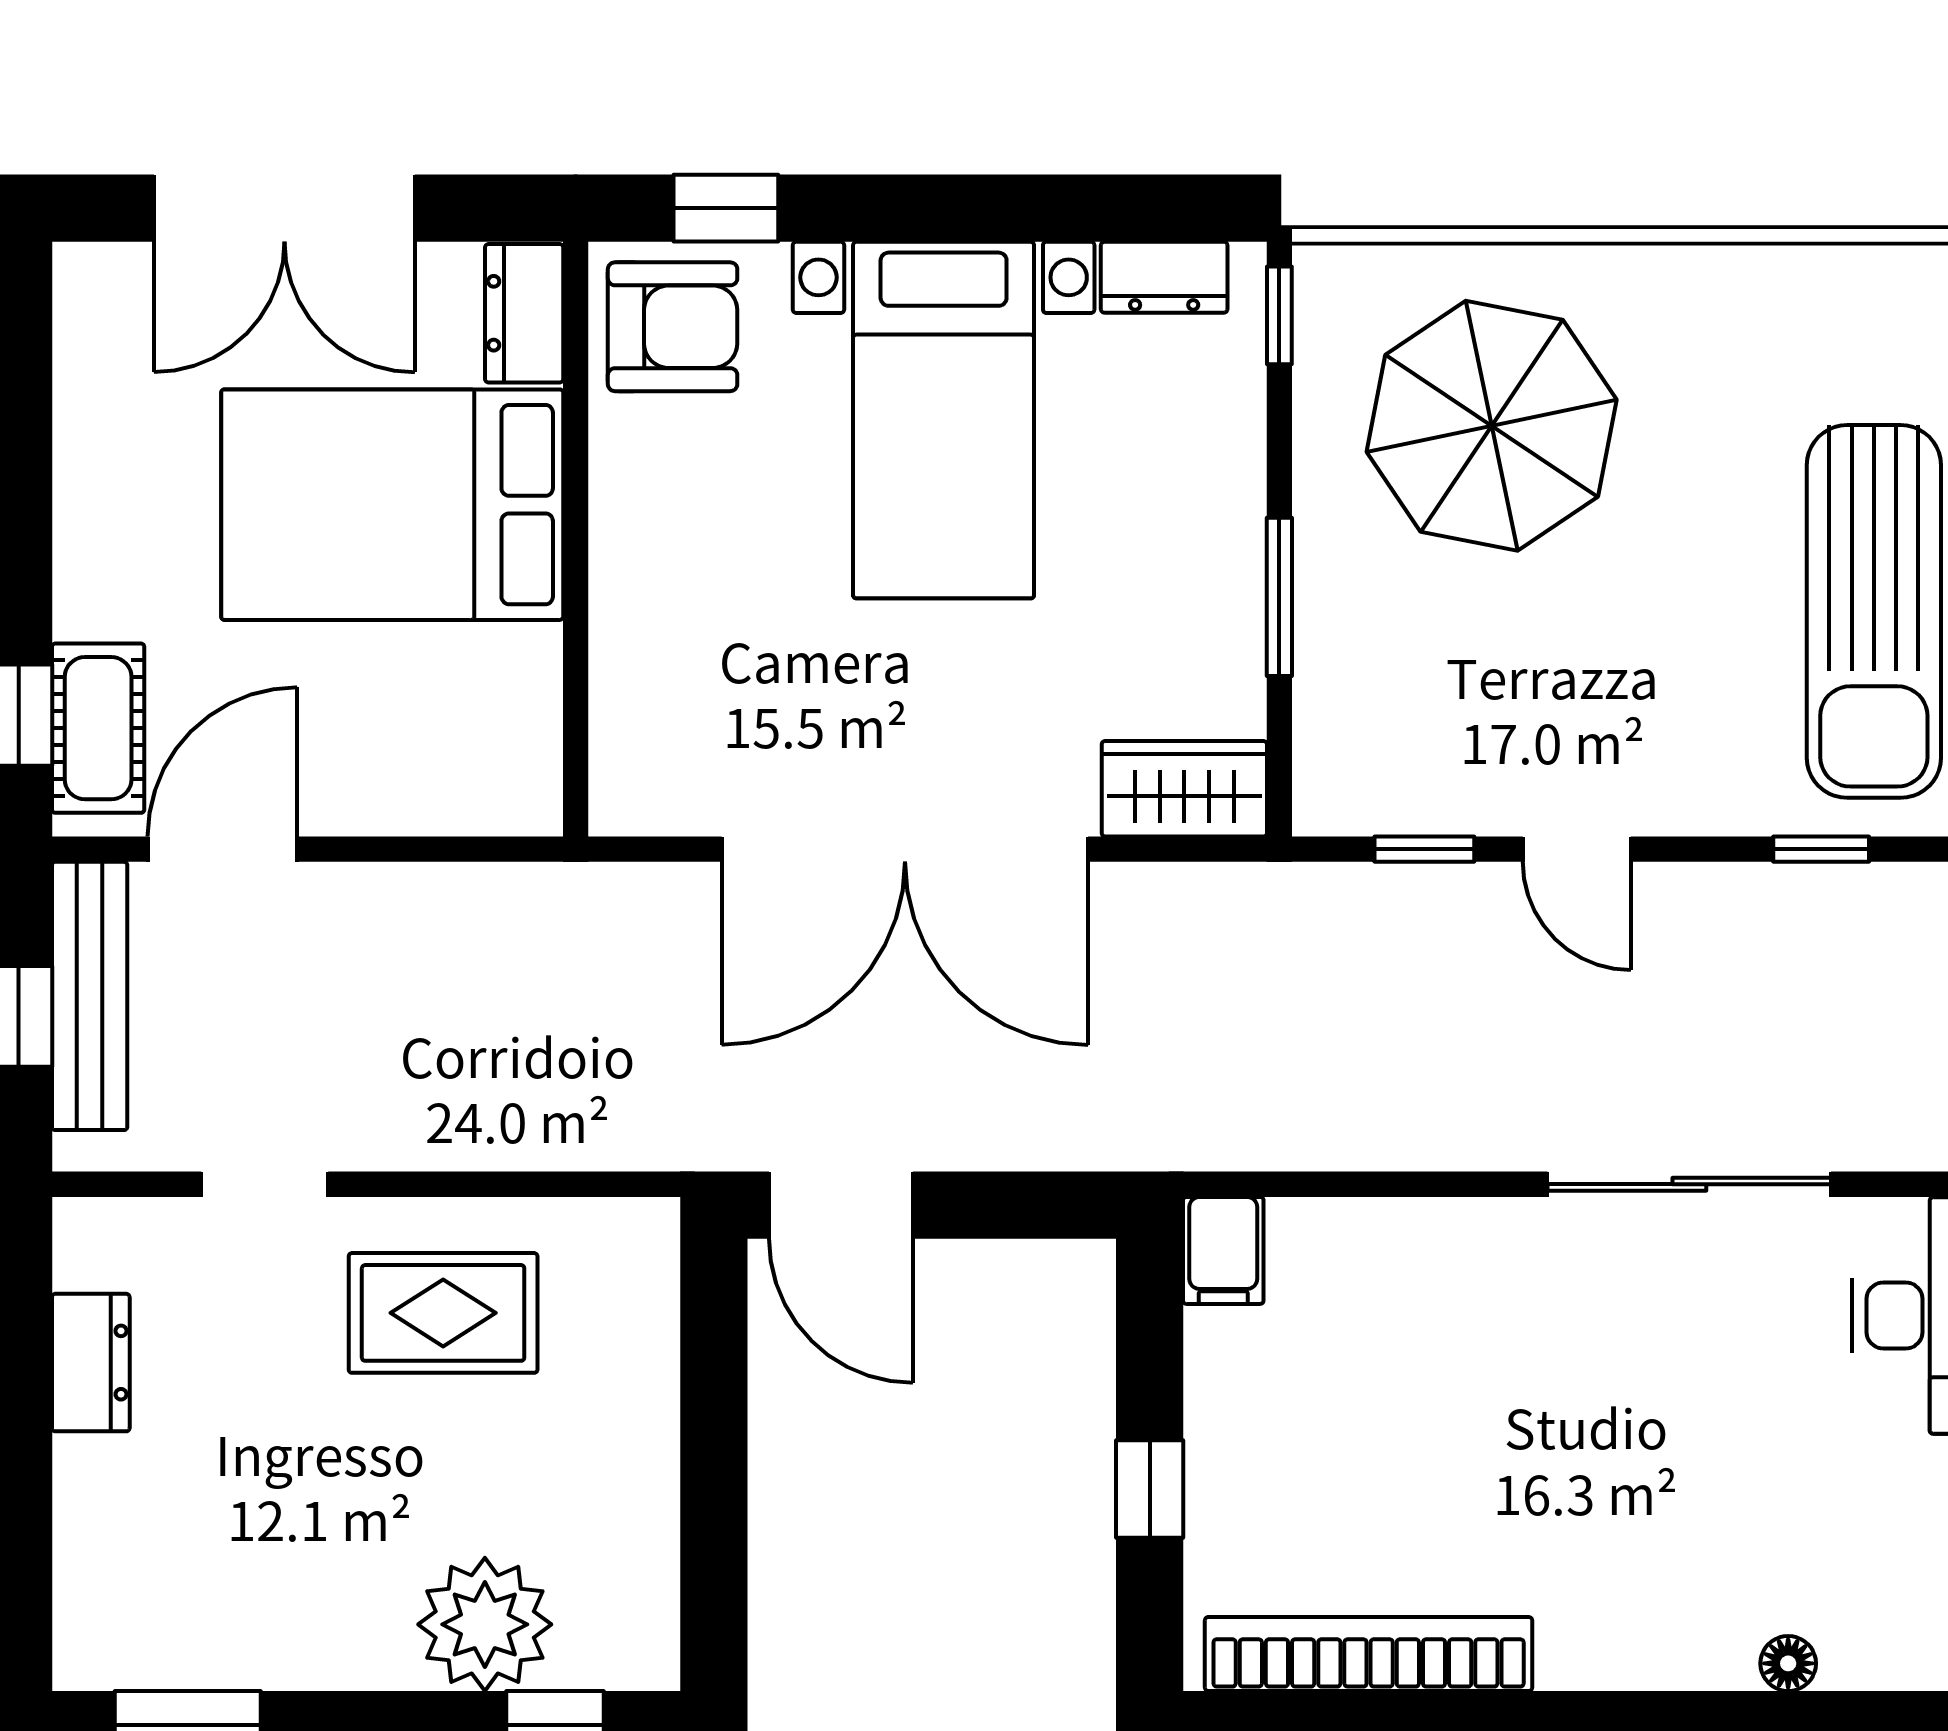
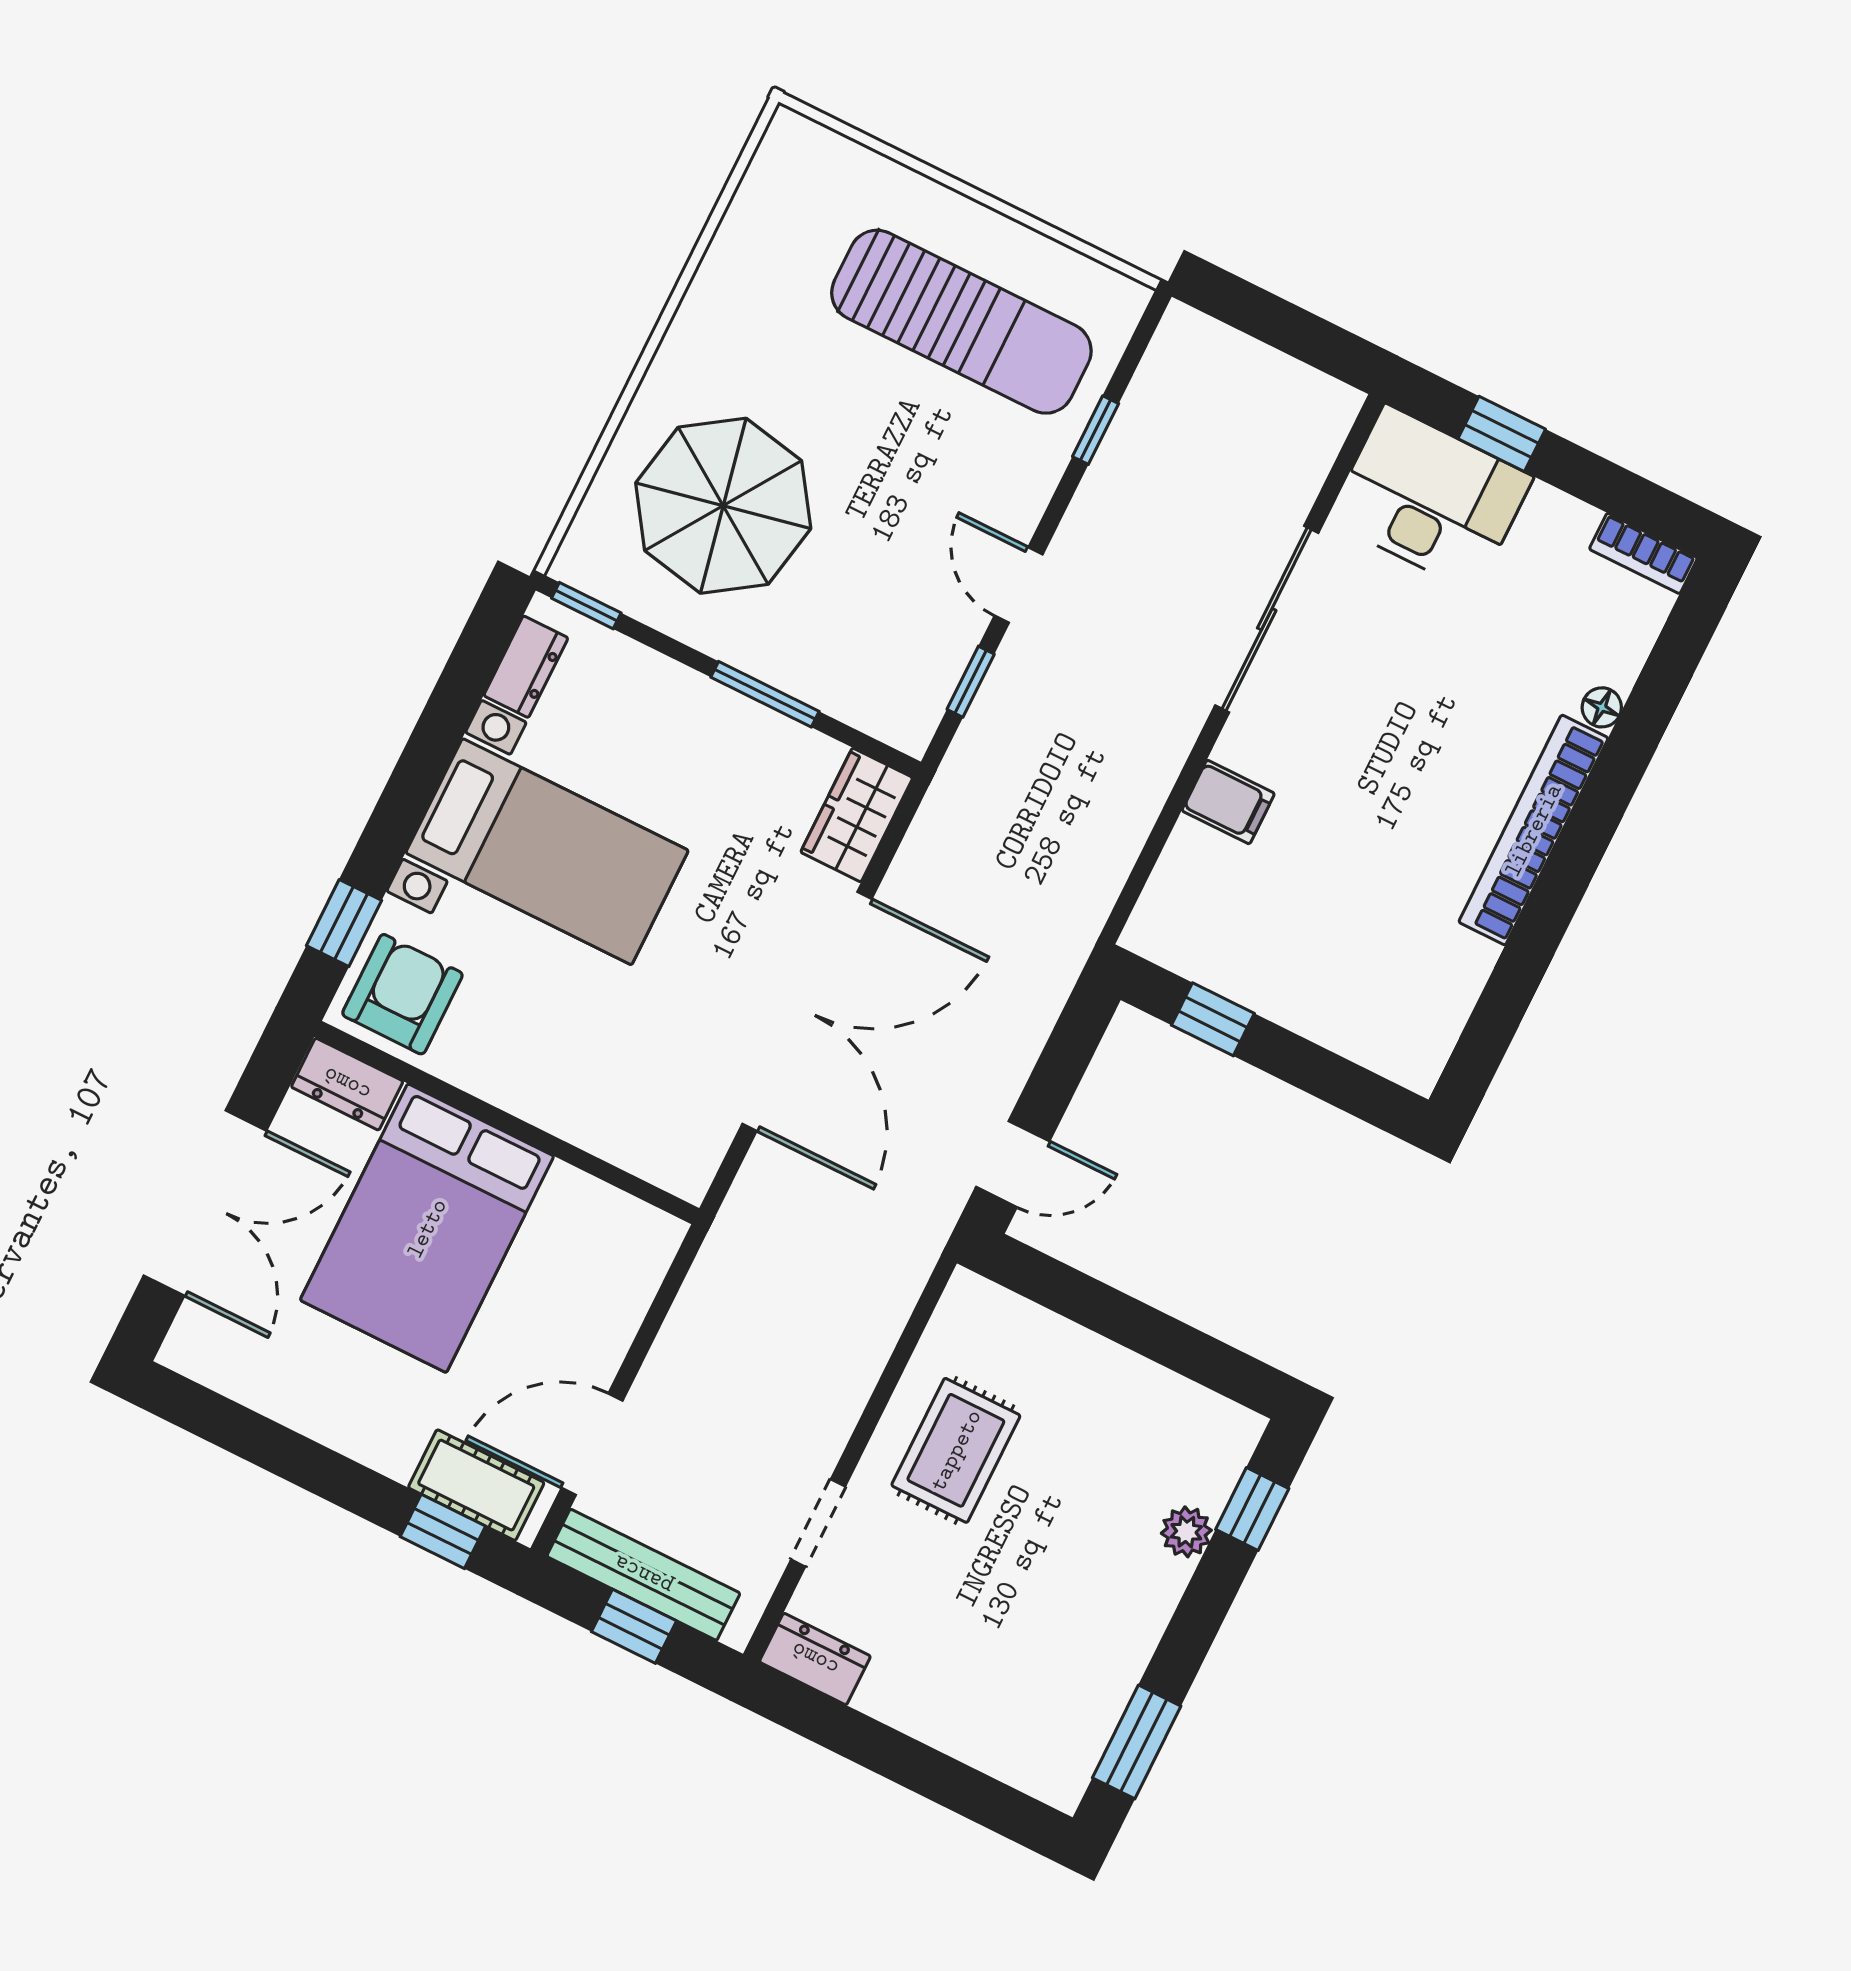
door: (222, 849) -> (592, 1444), hinge flipped
door: (1577, 849) -> (1019, 585), swing flipped
door: (841, 1205) -> (1013, 1164), width x0.73
filing cabinet: (1223, 1250) -> (1228, 802), moved
dresser: (91, 1363) -> (815, 1659), moved
window: (1150, 1489) -> (1213, 1019), moved
plant: (485, 1624) -> (1186, 1532), width x0.53, depth x0.53
bookcase: (1369, 1654) -> (1533, 830), moved

